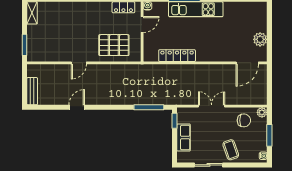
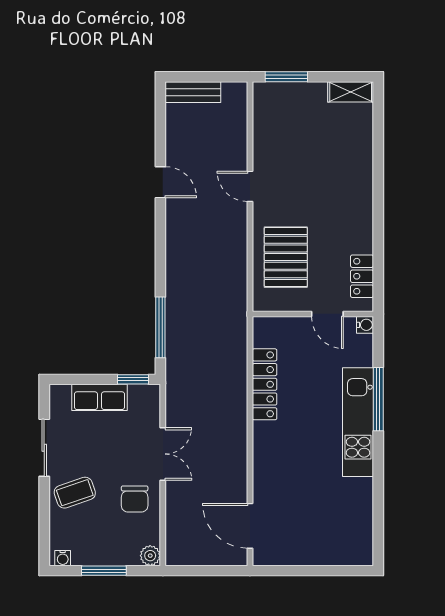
plant: (260, 39) -> (297, 552), removed
chair: (244, 120) -> (135, 499), moved

